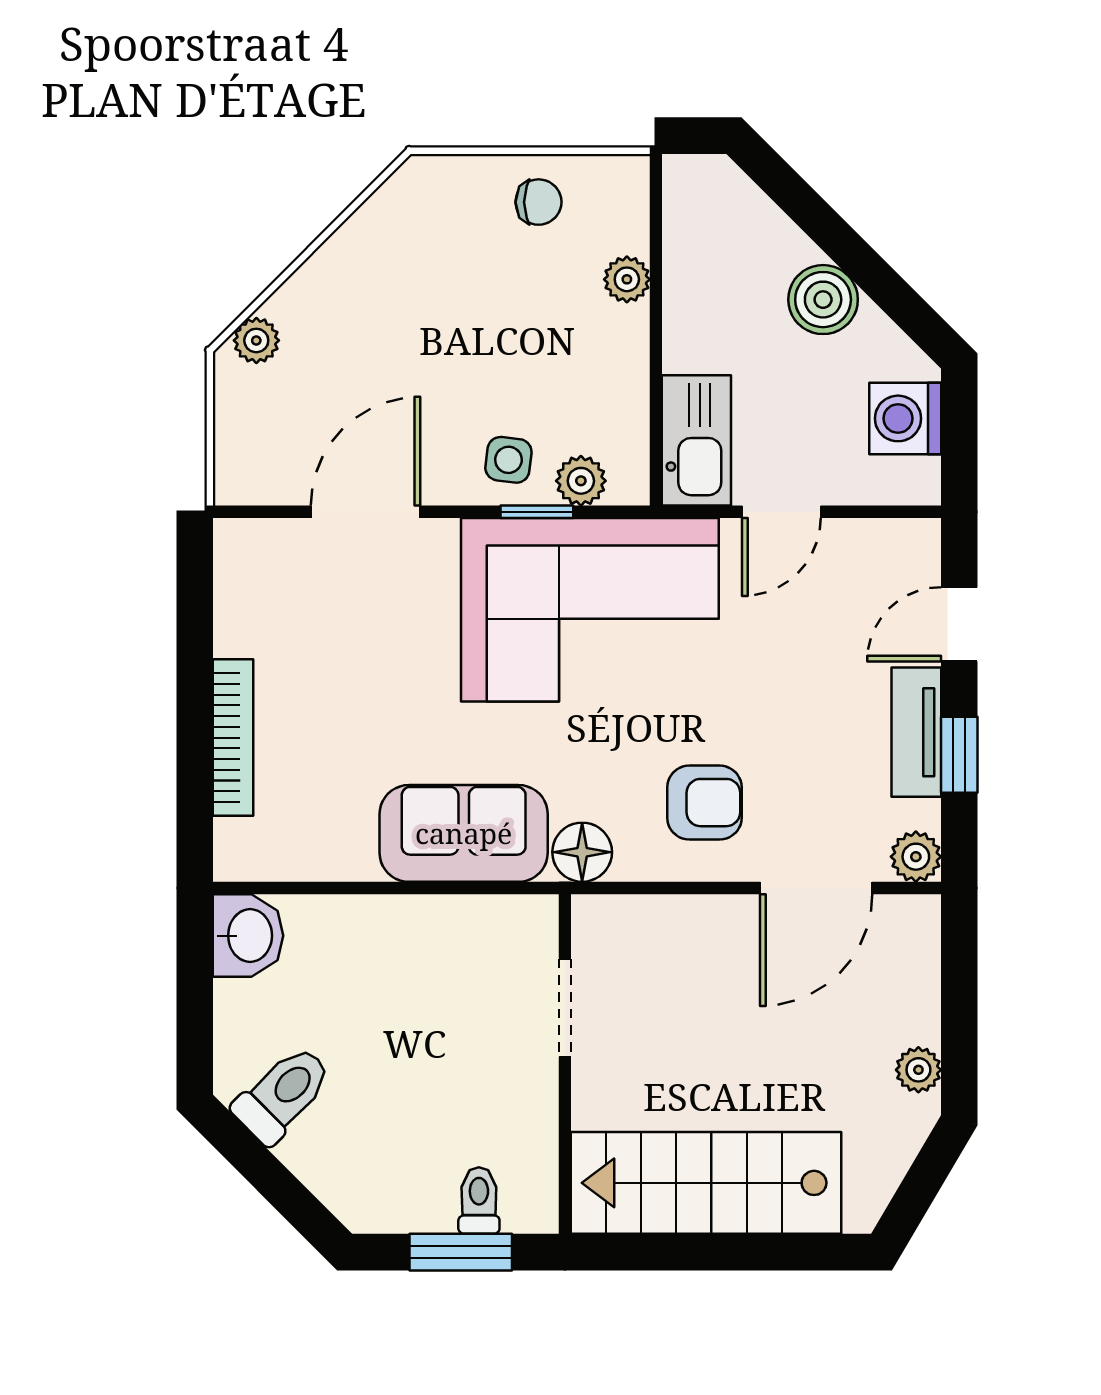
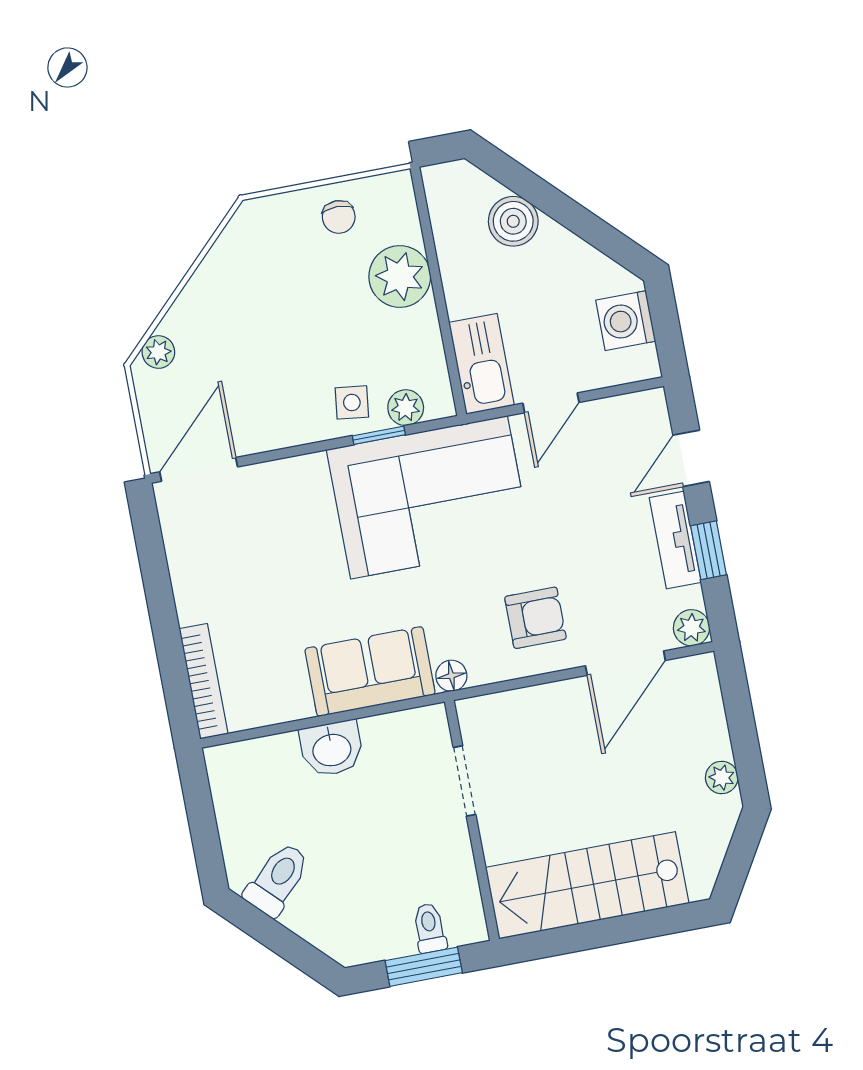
chair: (539, 202) -> (339, 217), turned 90
plant: (627, 279) -> (400, 276), width x1.87, depth x1.87
boiler: (823, 300) -> (513, 221), moved
door: (366, 512) -> (199, 469), moved
bookcase: (233, 738) -> (204, 681), moved
floor lamp: (582, 852) -> (451, 676), width x0.73, depth x0.73
washbasin: (248, 936) -> (332, 749), moved, turned 90

